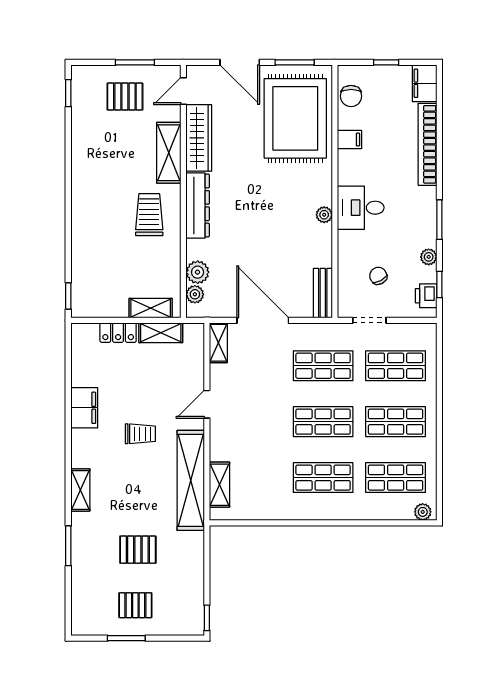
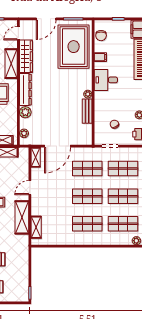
door: (240, 62) -> (46, 19), hinge flipped
desk: (361, 208) -> (106, 80), moved
plant: (198, 272) -> (25, 112), moved
bench: (323, 293) -> (87, 111), moved
door: (263, 320) -> (58, 146), swing flipped
shelving: (191, 480) -> (22, 217), width x0.68

